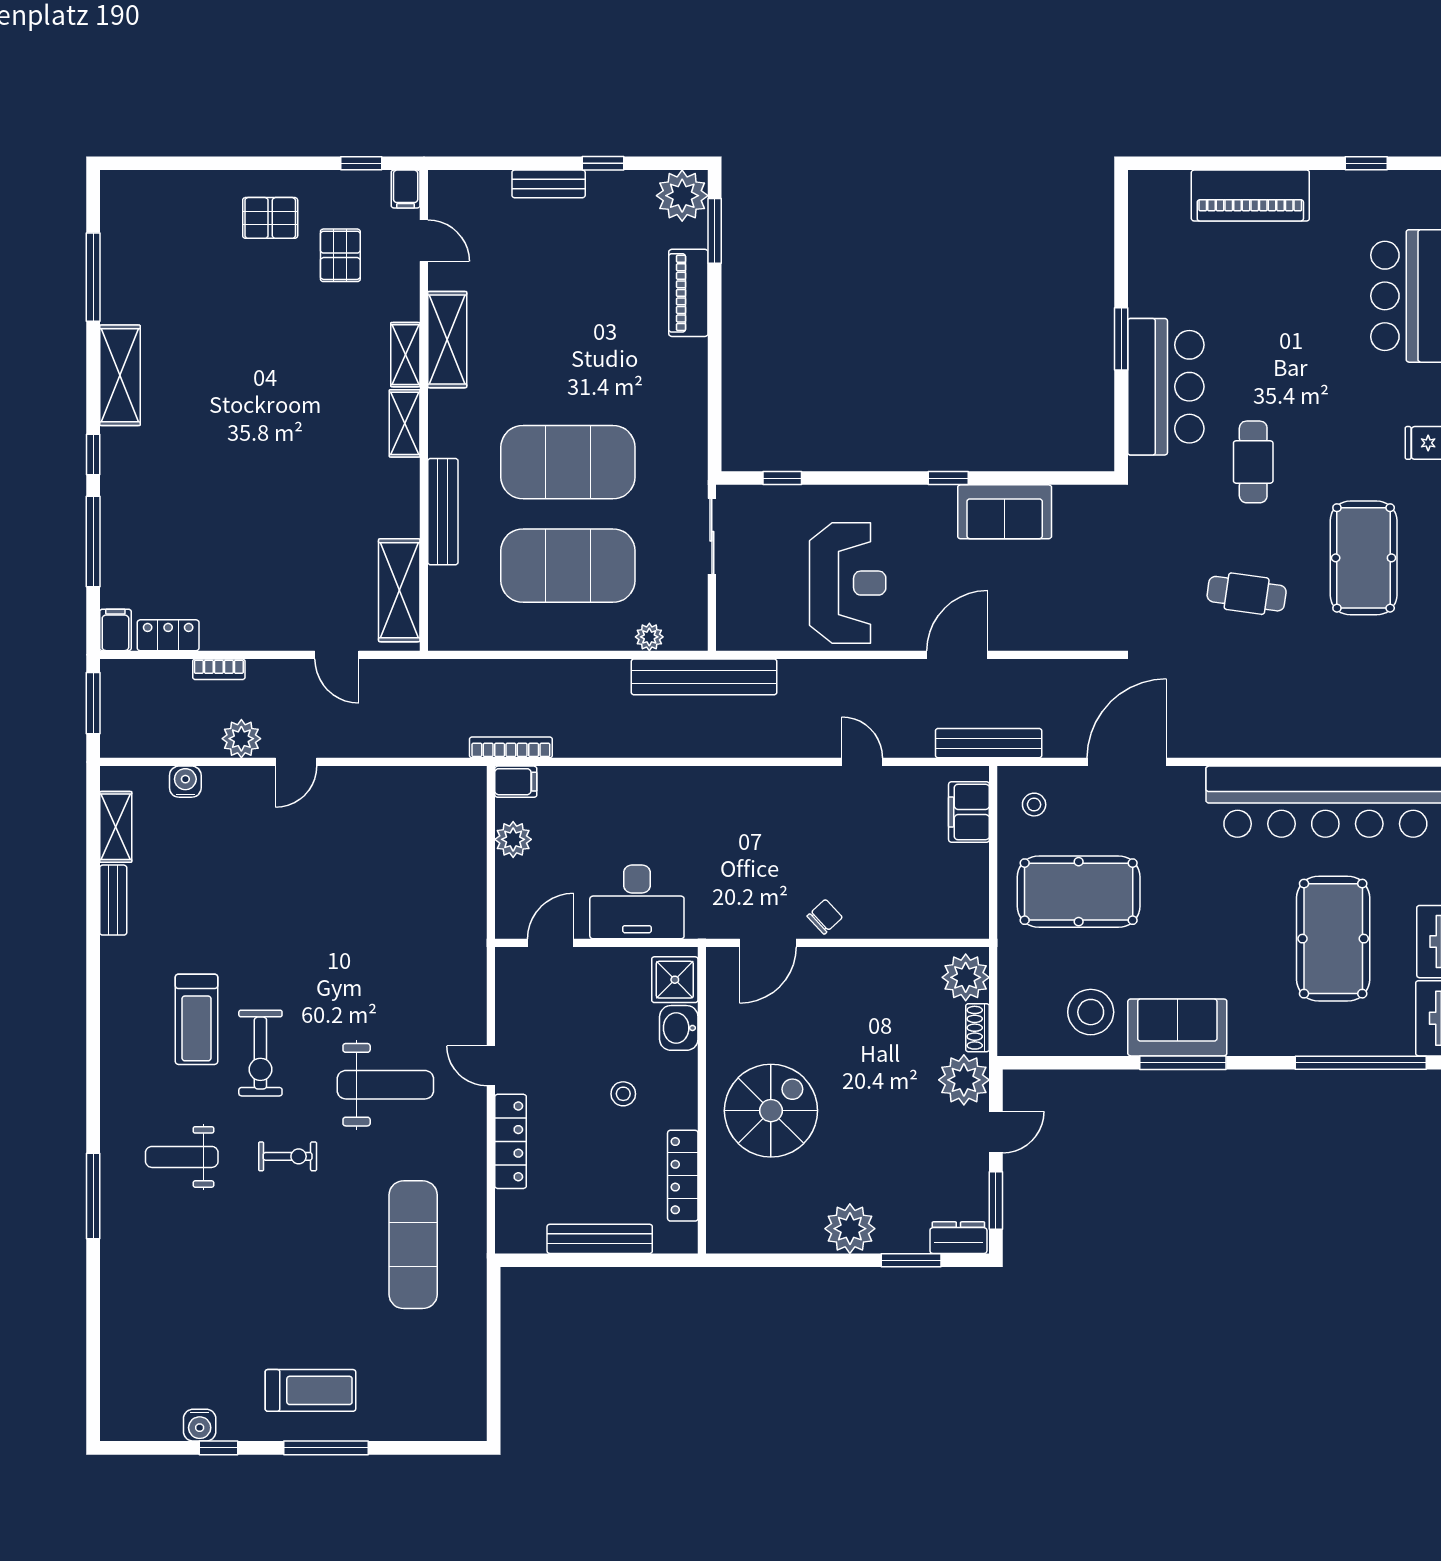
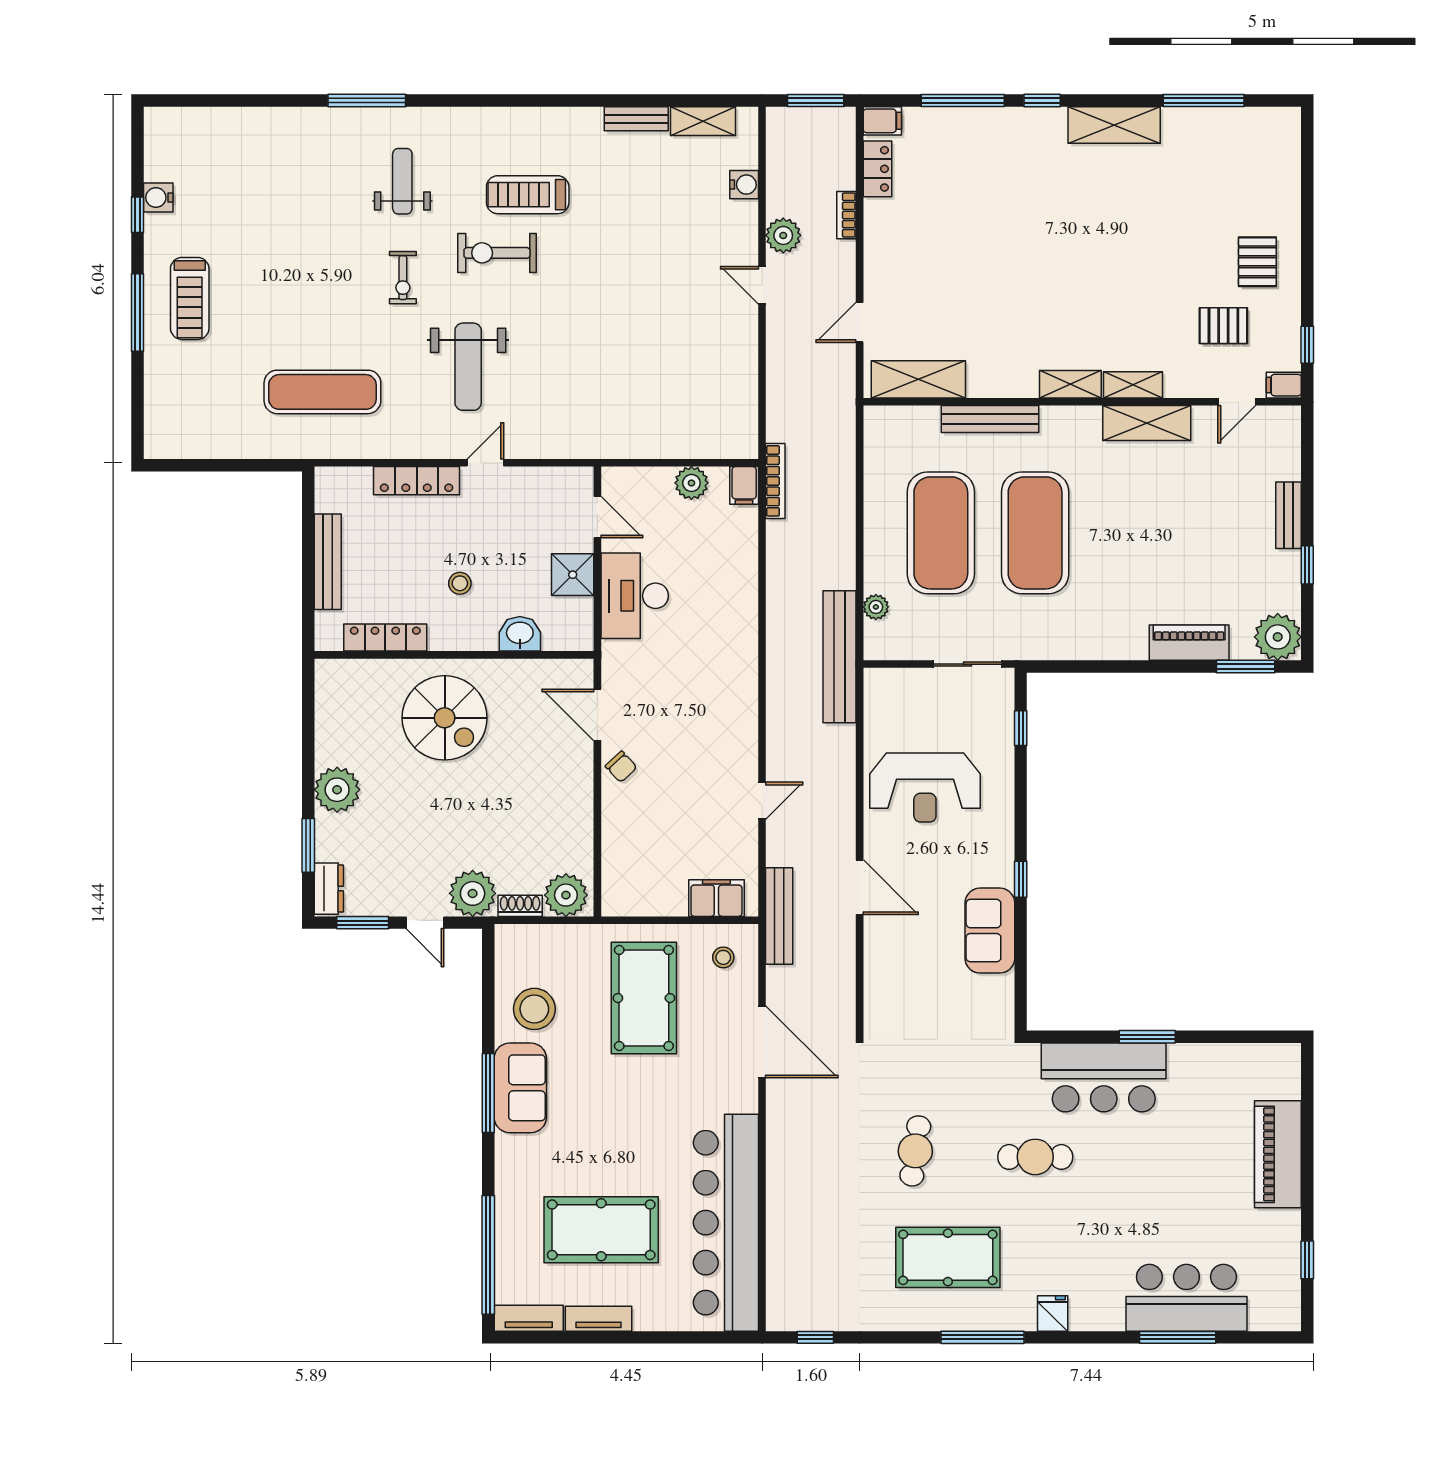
shower: (675, 980) -> (573, 575), moved

